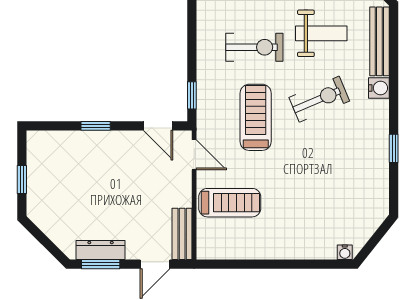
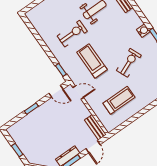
water cooler: (379, 88) -> (143, 31), moved
exercise bike: (319, 99) -> (129, 63), moved
treadmill: (230, 203) -> (119, 100), moved

